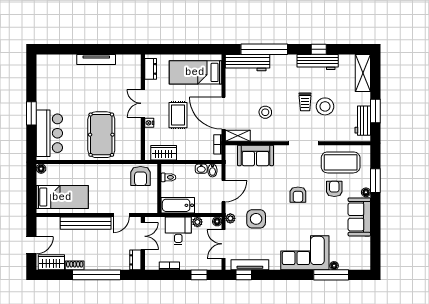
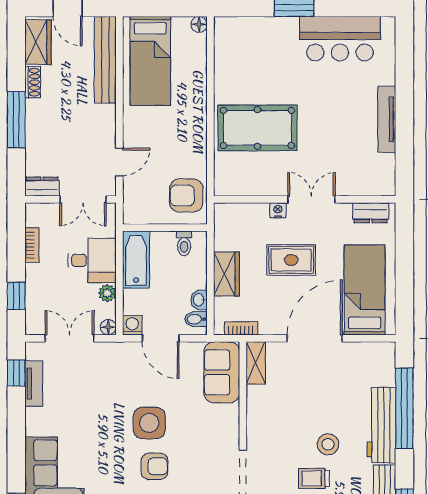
workbench: (247, 63) -> (381, 425), moved
stool: (265, 112) -> (328, 444), moved
door: (224, 113) -> (315, 338), moved
bar counter: (49, 133) -> (340, 39), moved
wardrobe: (164, 153) -> (226, 274), moved
sofa: (255, 155) -> (222, 372), moved
armchair: (298, 195) -> (154, 466), turned 180
washing machine: (216, 207) -> (132, 325), added
door: (121, 215) -> (119, 162), swing flipped
plant: (230, 218) -> (114, 350), removed
side table: (256, 219) -> (149, 423), moved
bench: (86, 223) -> (105, 60), moved
tv unit: (250, 265) -> (34, 384), width x0.71
window: (97, 275) -> (16, 120), width x0.68

